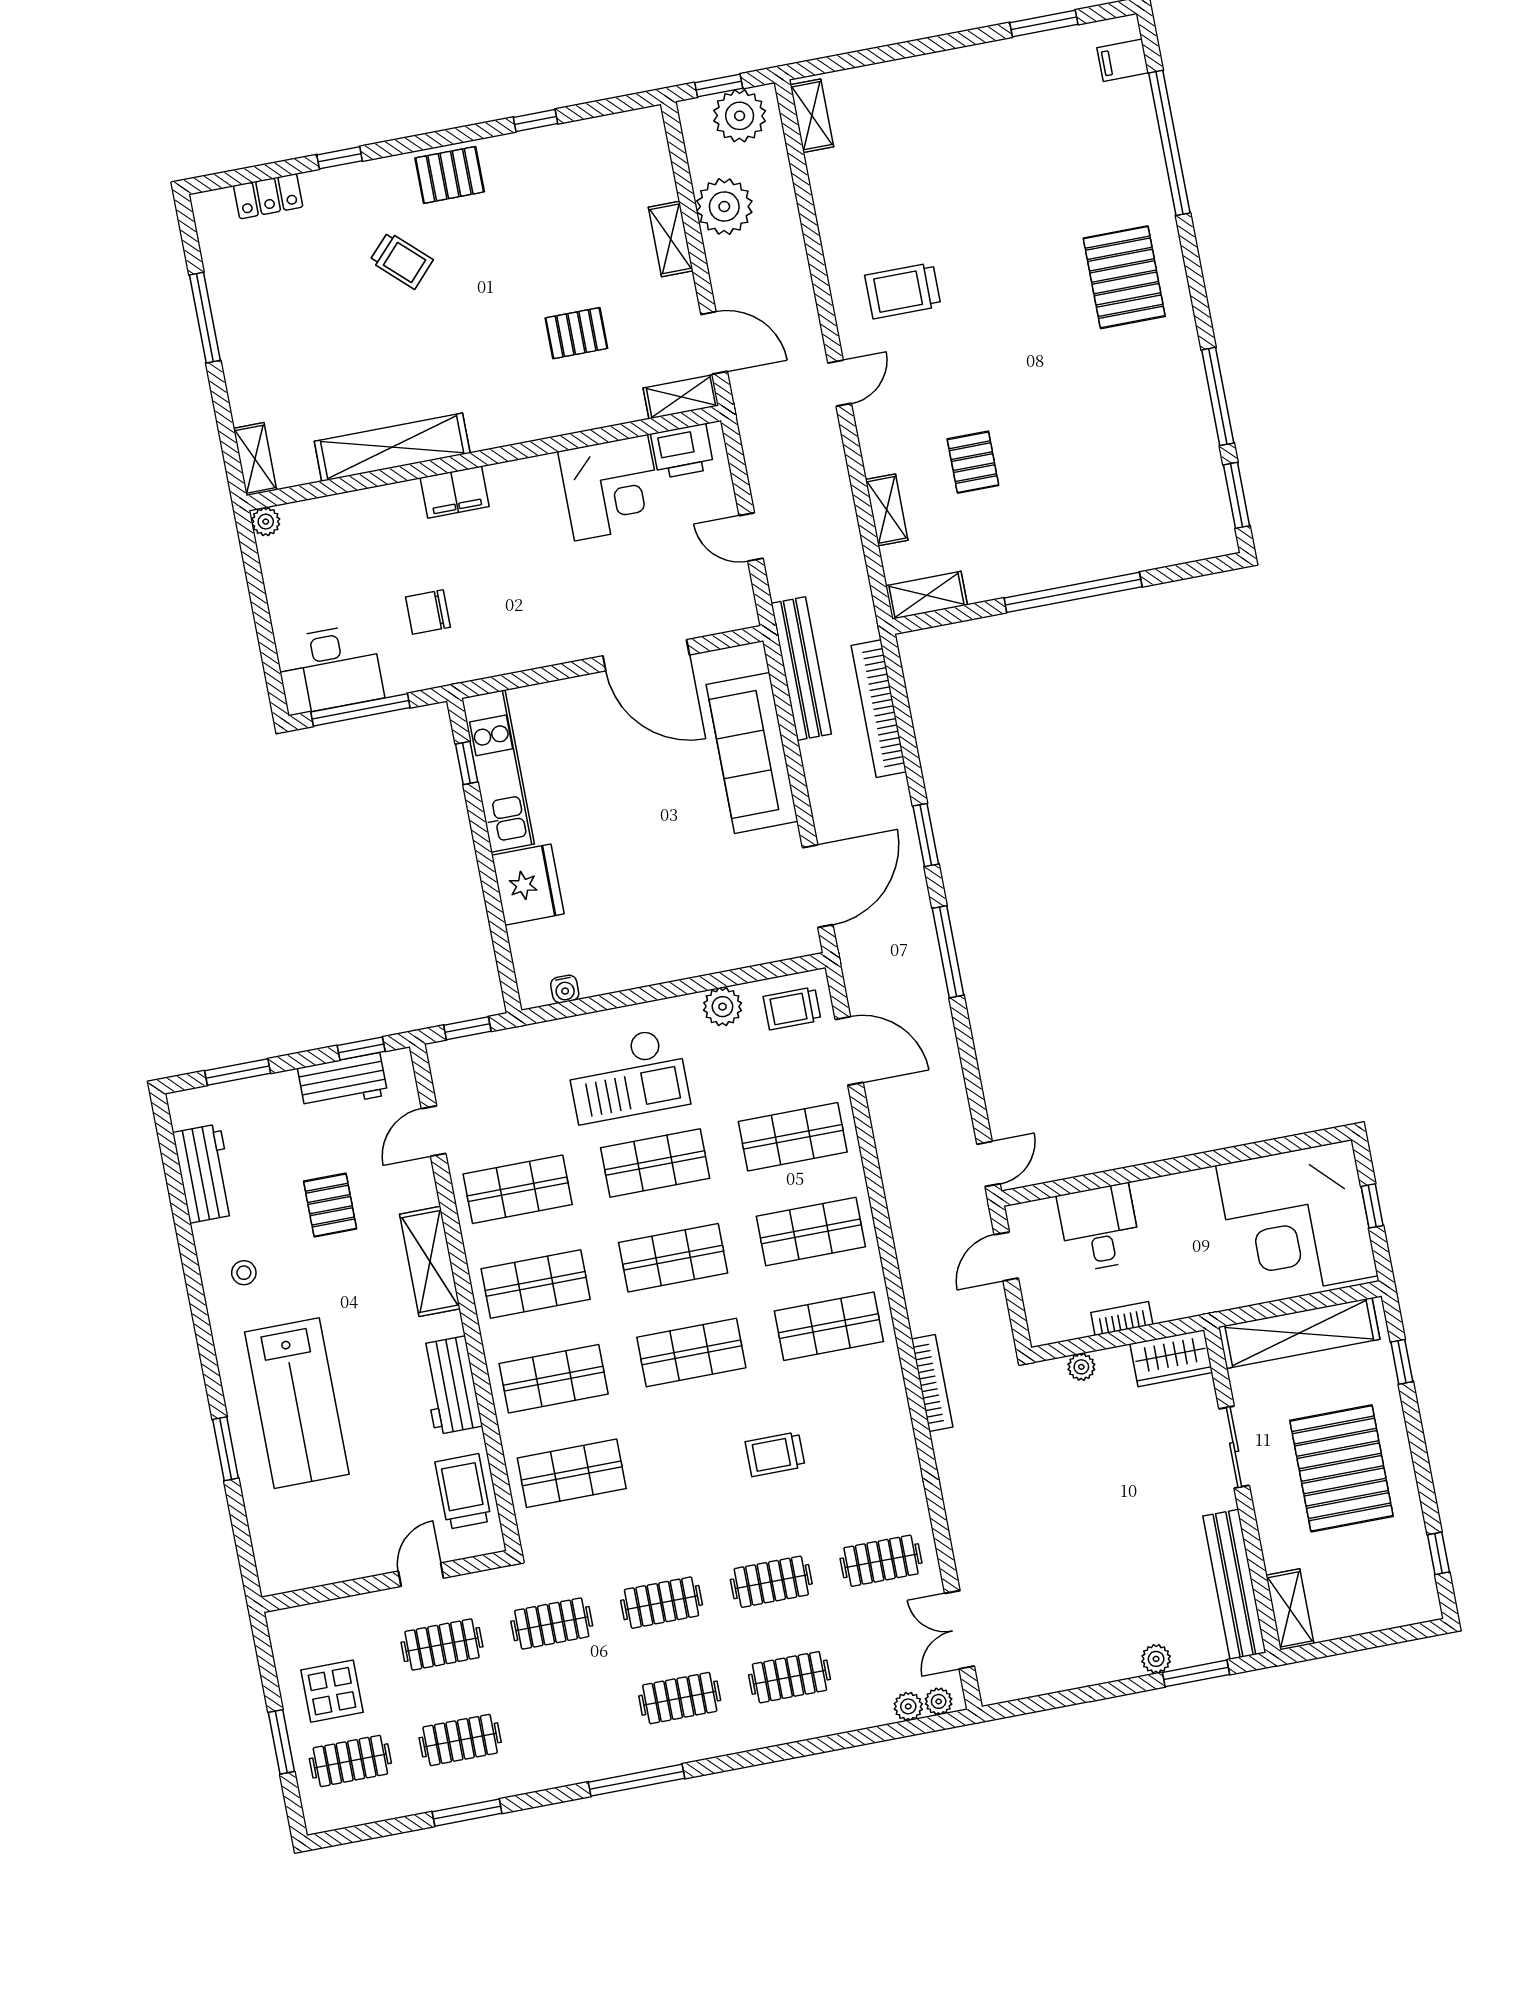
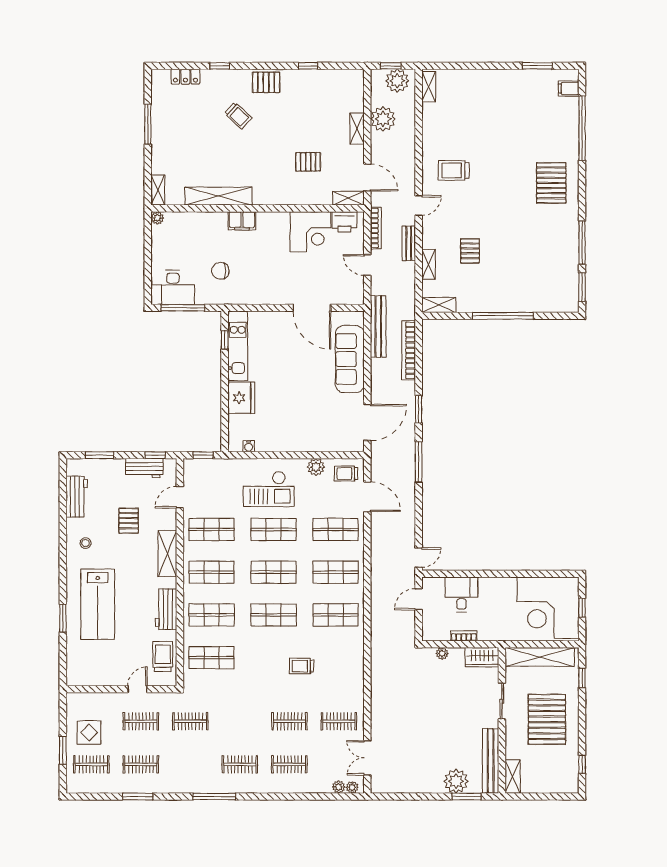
bench: (834, 471) -> (409, 243), added
bookcase: (932, 1383) -> (376, 228), moved
clothes rail: (661, 1603) -> (240, 721), removed
plant: (1156, 1659) -> (456, 781), width x1.88, depth x1.88

